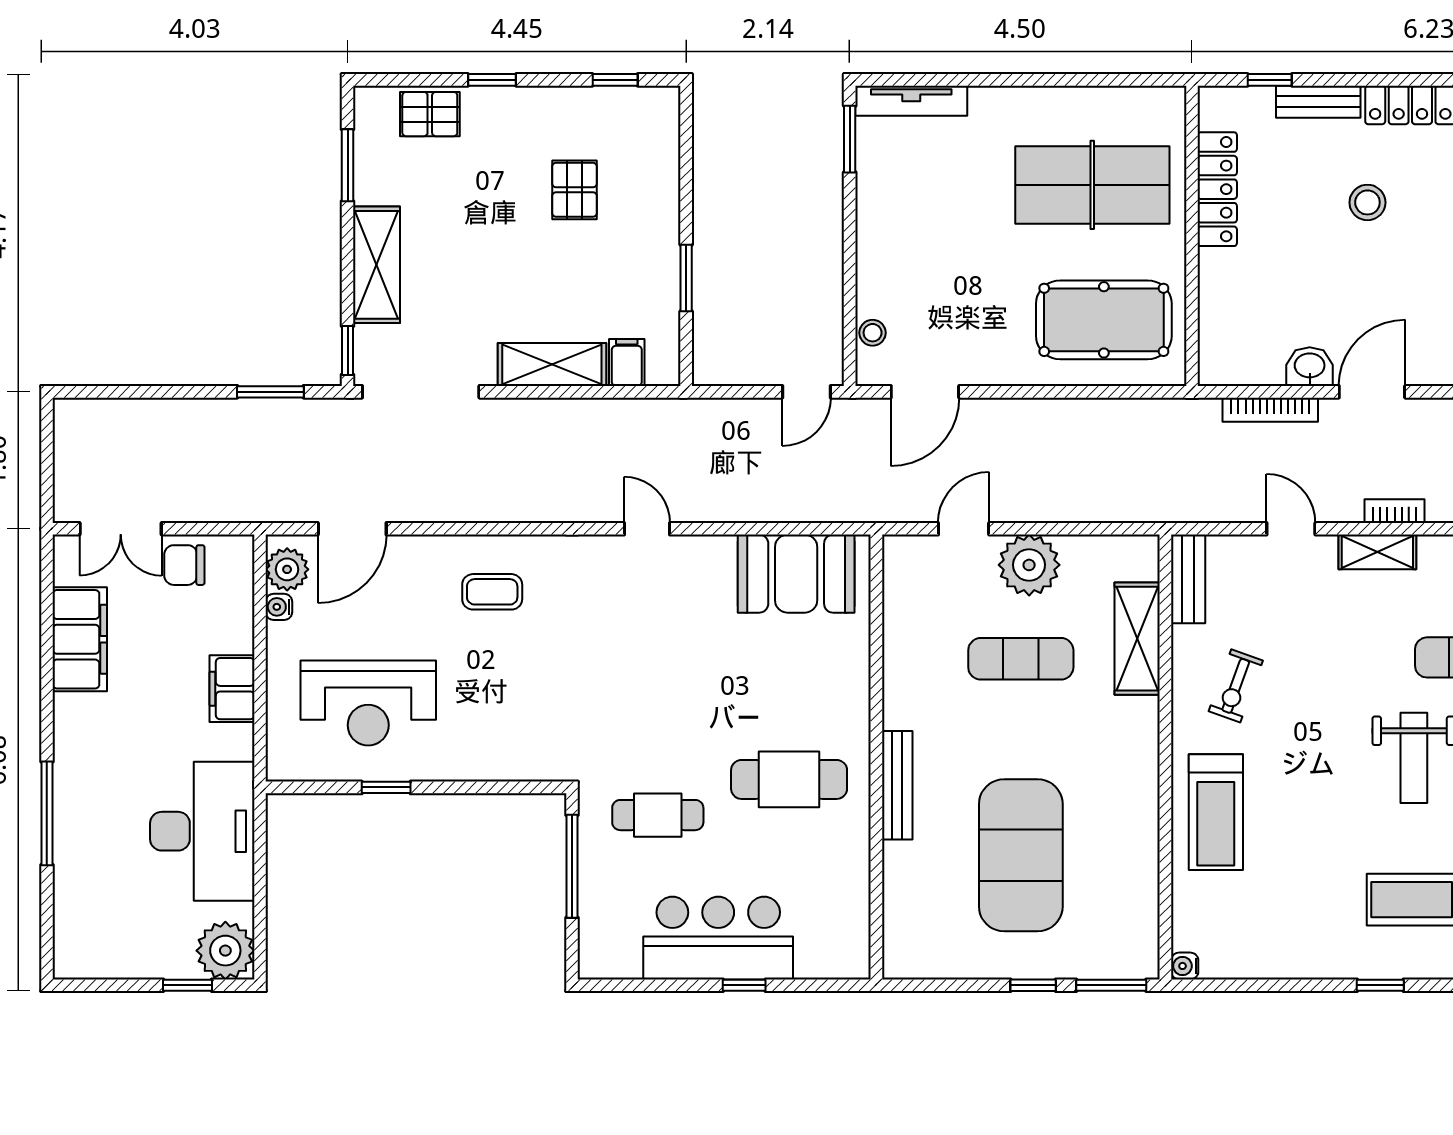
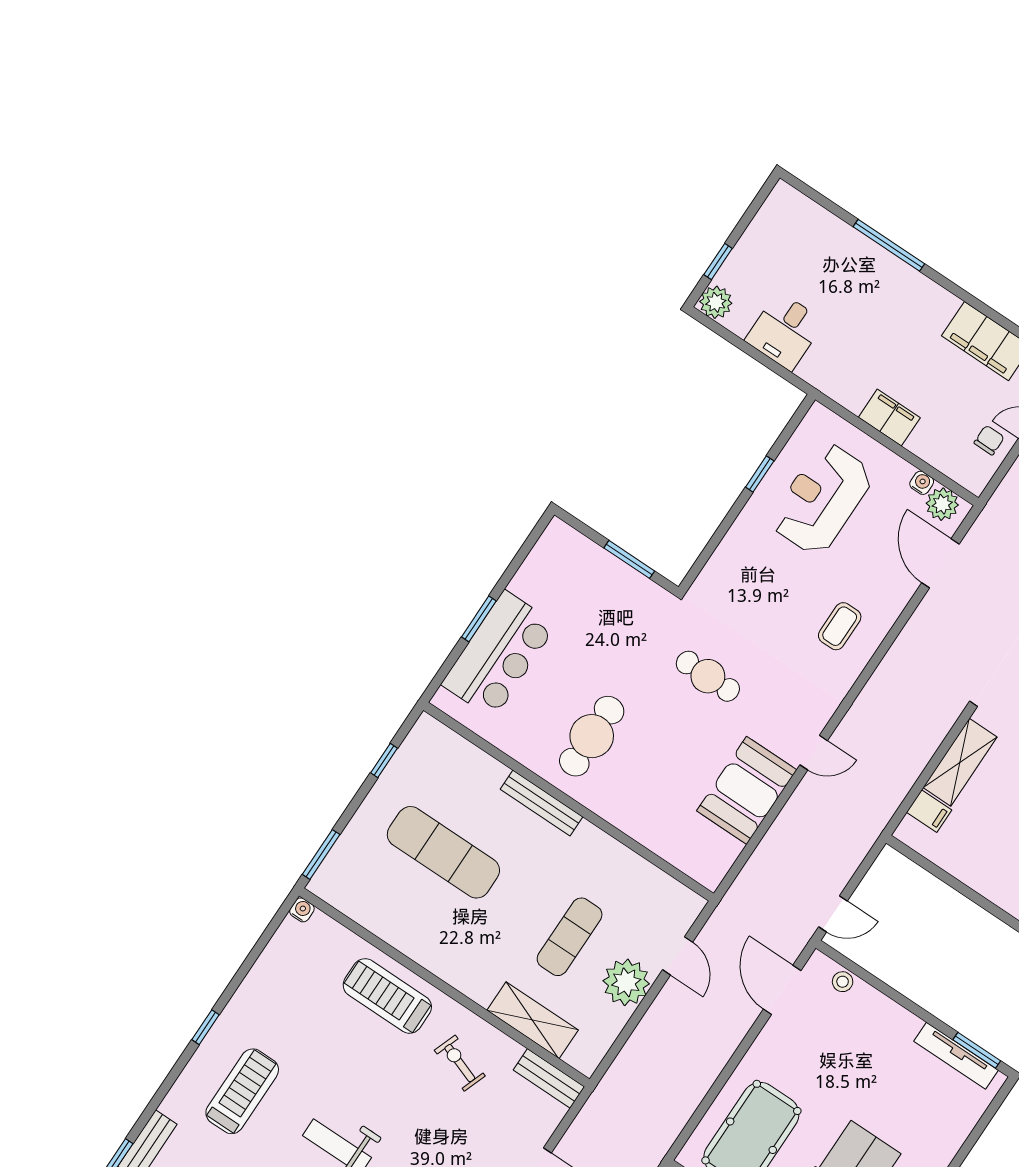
tv unit: (911, 101) -> (956, 1056), moved, turned -90
window: (686, 278) -> (958, 886), removed
door: (806, 392) -> (833, 914), swing flipped
chair: (184, 565) -> (989, 440), width x0.73, depth x0.73
booth: (796, 574) -> (747, 790), moved
cafe table: (658, 815) -> (708, 676), moved, turned 90
desk: (202, 831) -> (785, 331), width x0.53, depth x0.77
exercise mat: (1021, 855) -> (443, 852), width x0.68
window: (572, 866) -> (629, 559), width x0.69
bar counter: (718, 938) -> (499, 655), moved
plant: (225, 951) -> (716, 302), width x0.73, depth x0.73
window: (744, 985) -> (479, 619), width x1.50
window: (1033, 985) -> (384, 760), moved

